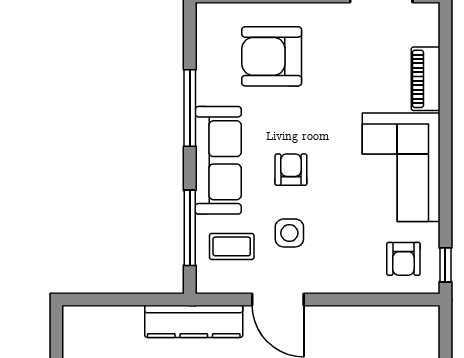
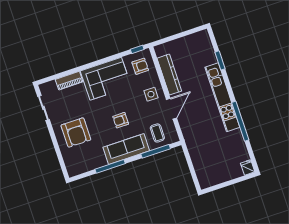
armchair: (272, 56) -> (76, 132), moved
side table: (289, 233) -> (151, 94), moved
kitchen counter: (194, 321) -> (169, 75), moved

